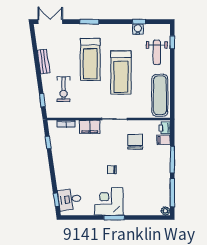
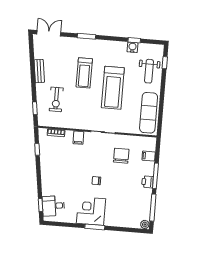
treadmill: (90, 60) -> (84, 73), width x0.73, depth x0.73
filing cabinet: (90, 127) -> (78, 138), width x0.50
printer: (165, 128) -> (147, 182), moved

